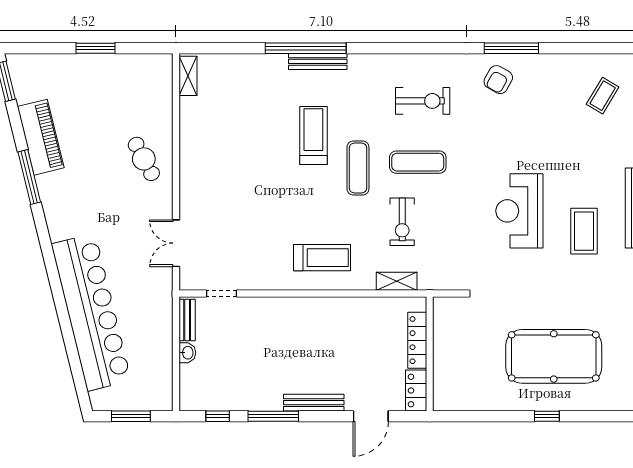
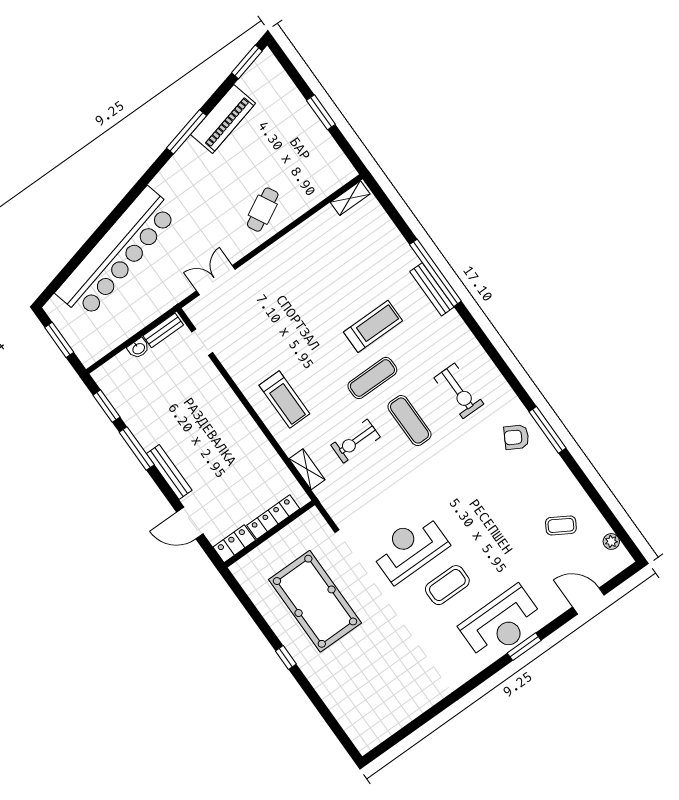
reception desk: (519, 211) -> (410, 548), moved
pool table: (554, 356) -> (315, 601), moved
window: (218, 416) -> (106, 406), width x1.50

